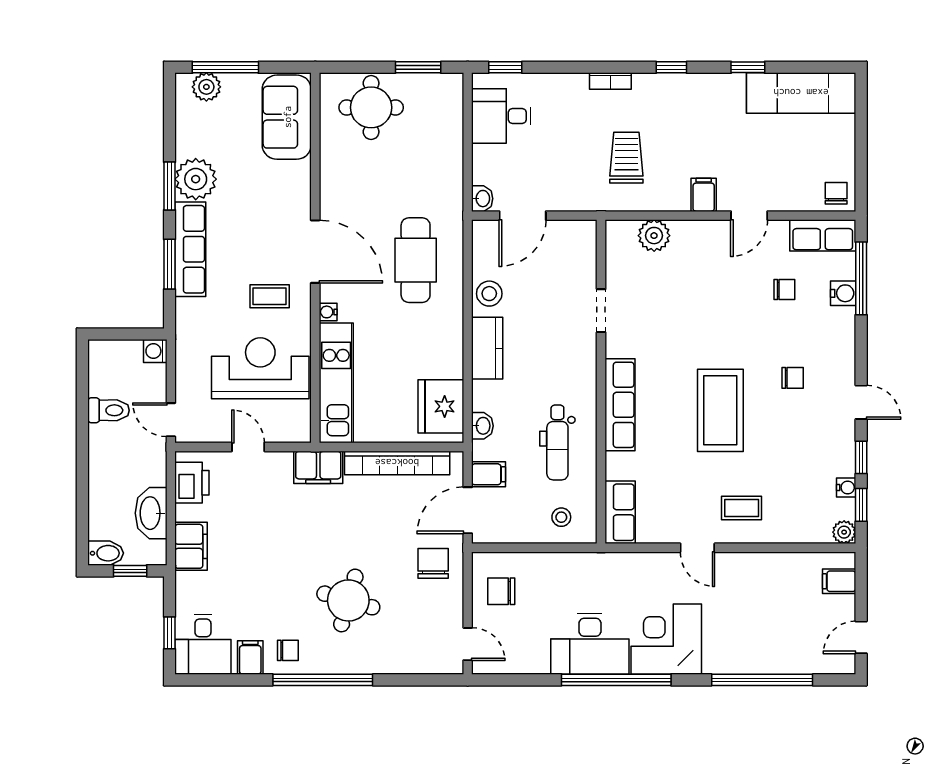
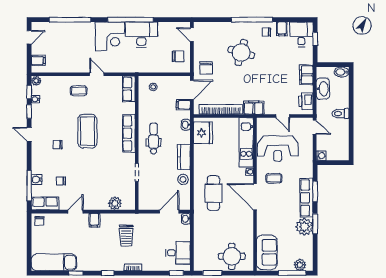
toilet: (109, 410) -> (340, 114), moved
dental chair: (557, 442) -> (154, 138), moved
window: (130, 571) -> (331, 65), removed

